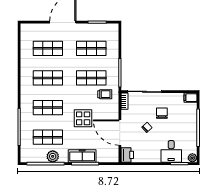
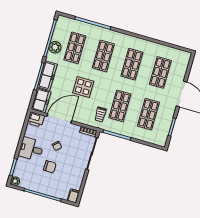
chair: (162, 113) -> (50, 167), moved
desk: (171, 151) -> (31, 149), moved
freezer: (108, 155) -> (41, 100), added

